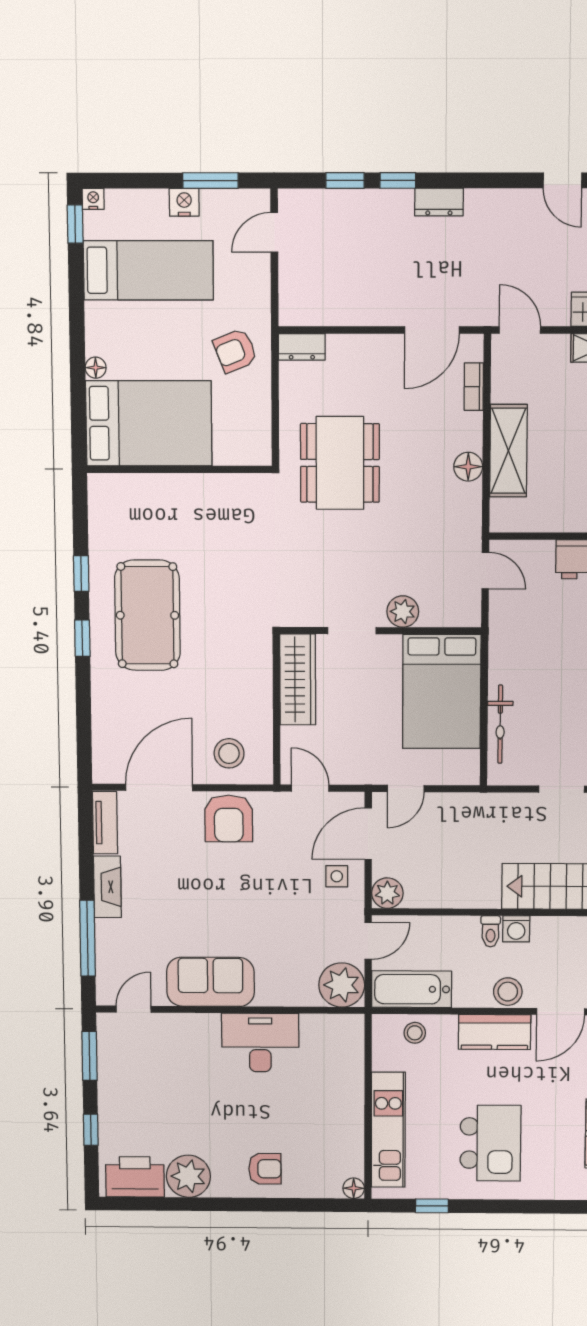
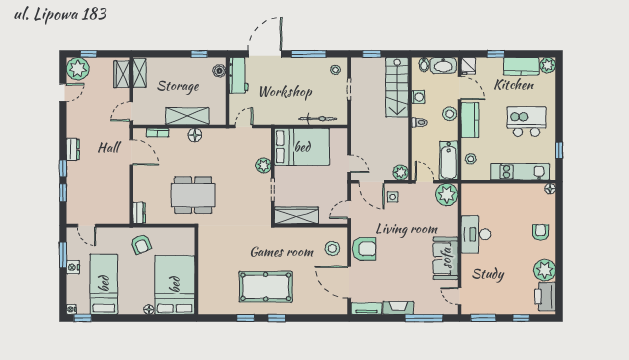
washing machine: (516, 929) -> (418, 97), moved

